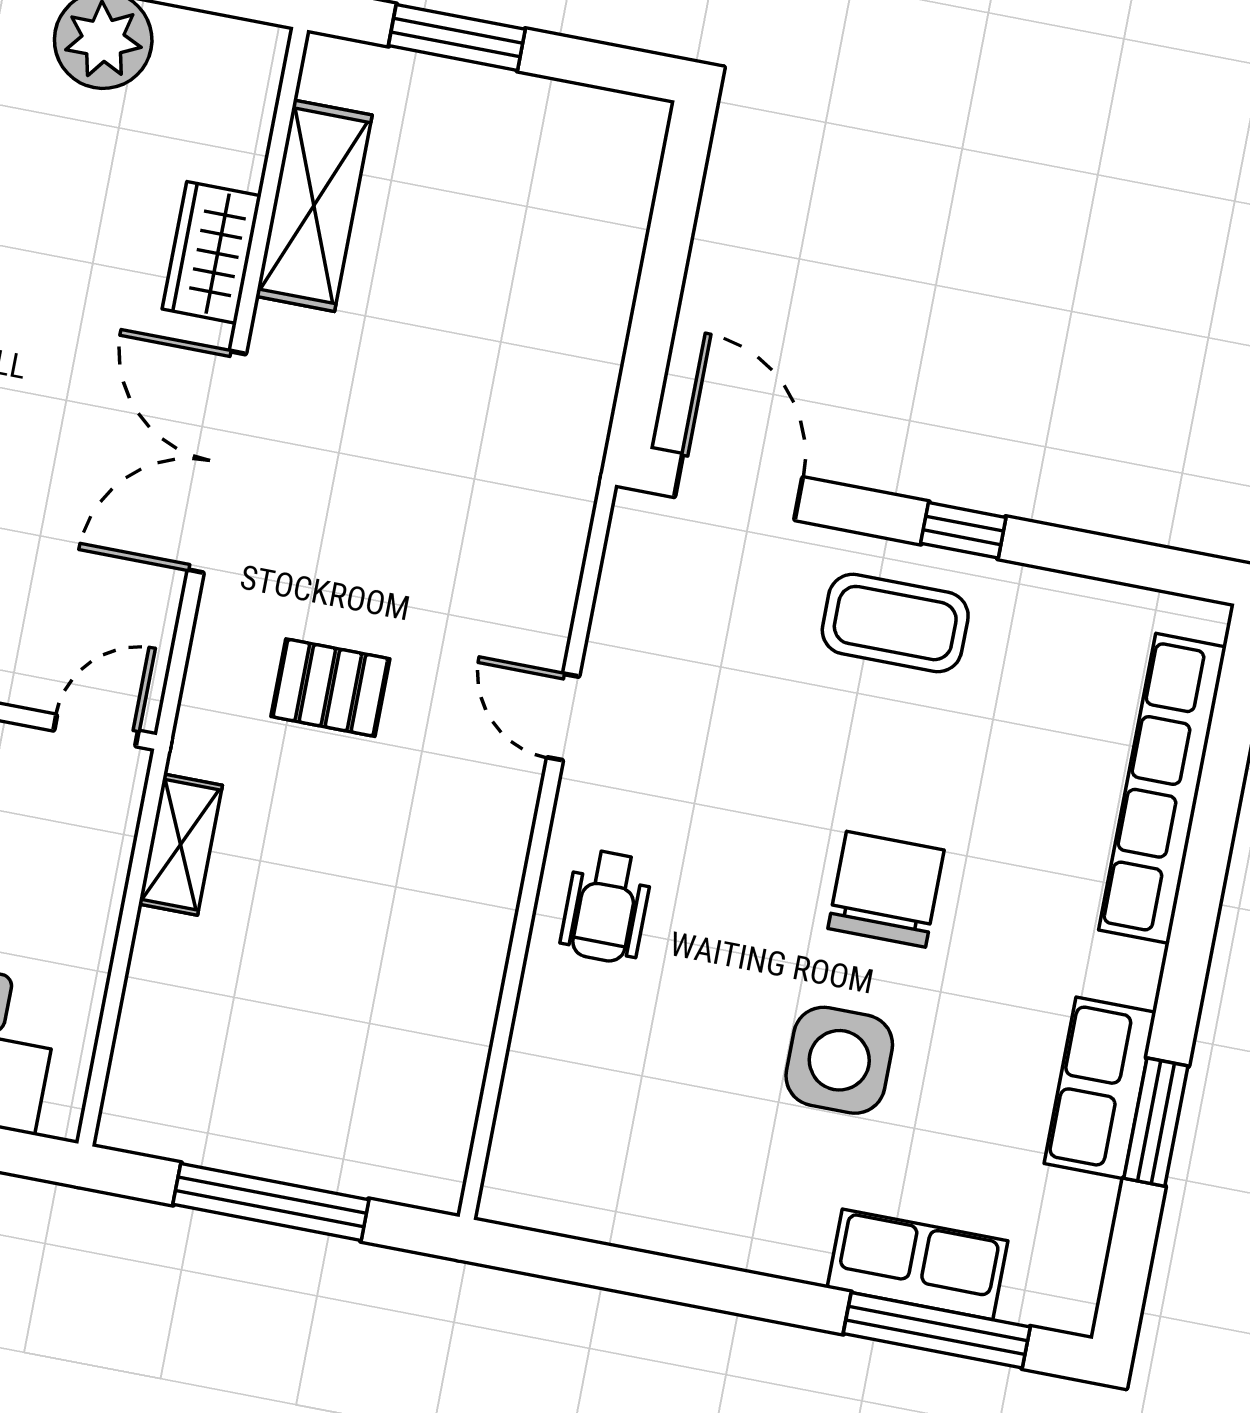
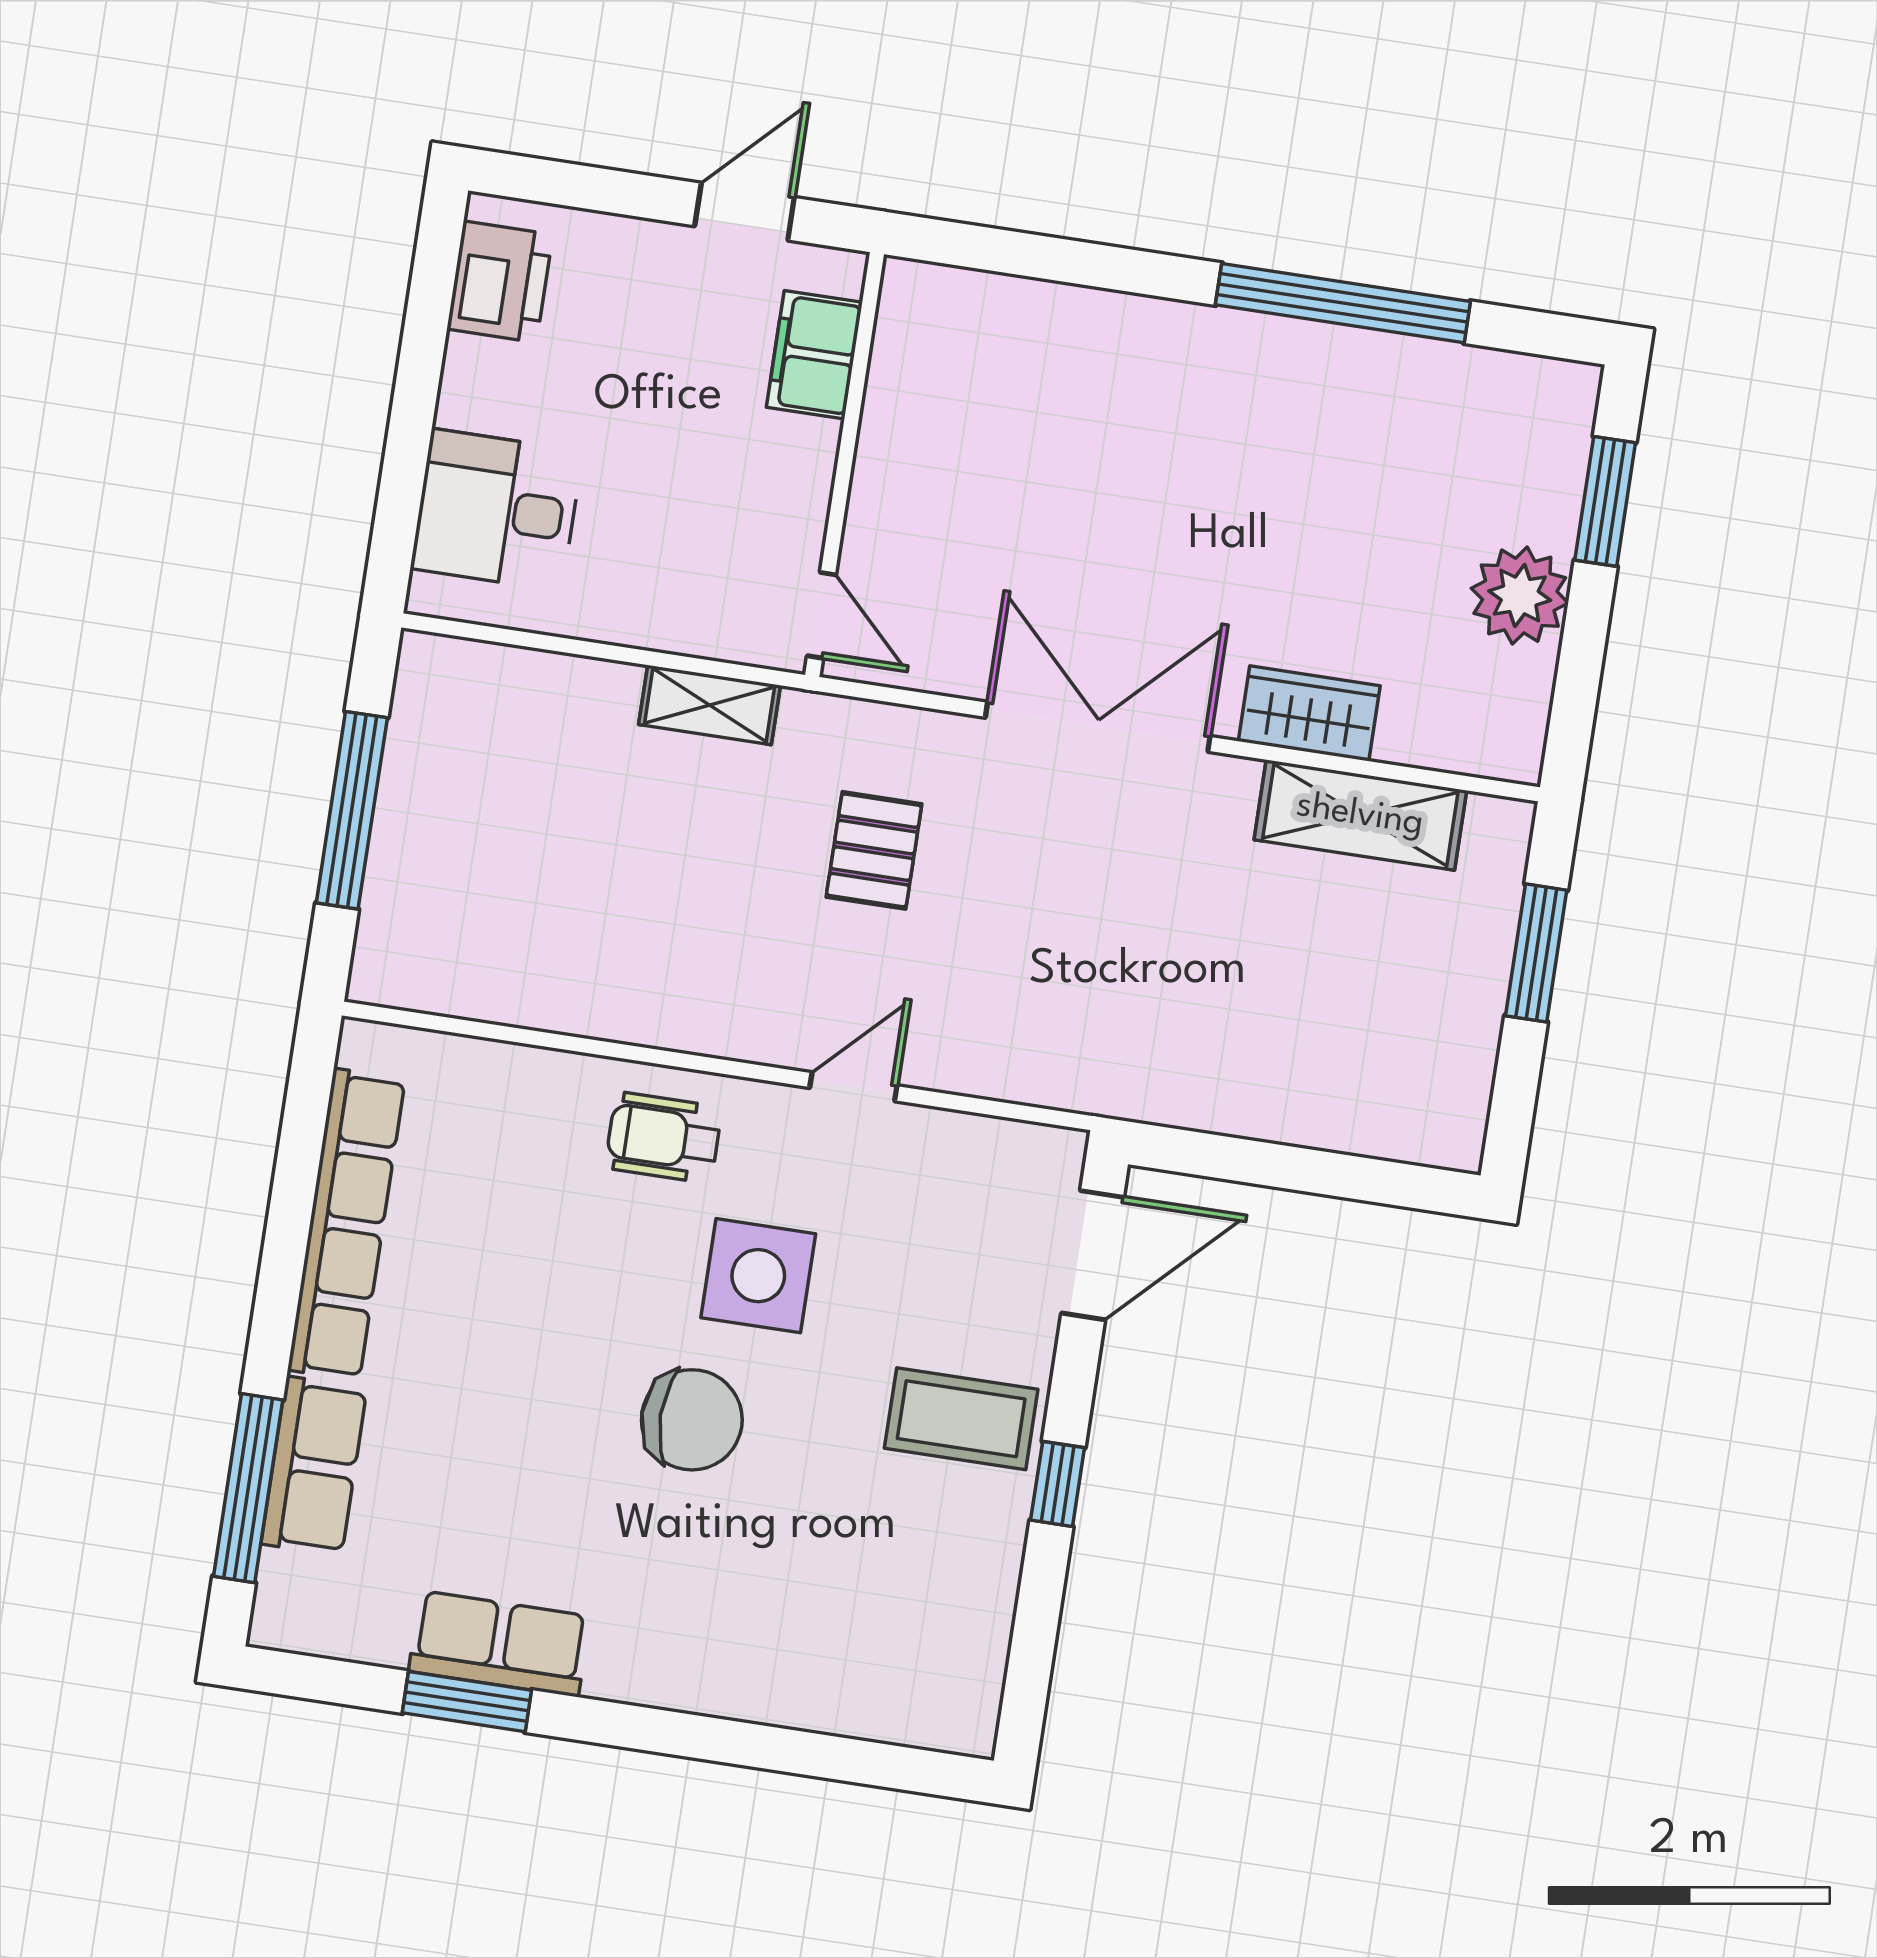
coffee table: (895, 623) -> (961, 1419), turned 90
row of seats: (1162, 788) -> (346, 1224), moved, turned 90
side table: (839, 1060) -> (758, 1276), moved

